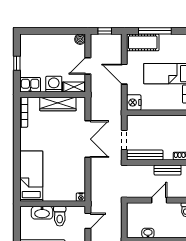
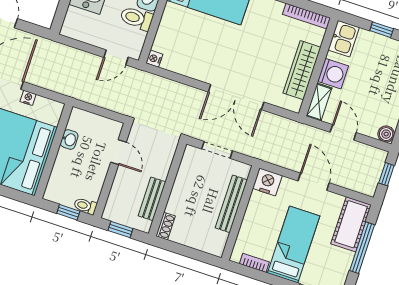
door: (124, 74) -> (314, 182), hinge flipped
bench: (145, 155) -> (231, 204), moved
door: (159, 200) -> (118, 152), moved
door: (88, 221) -> (116, 57), hinge flipped

